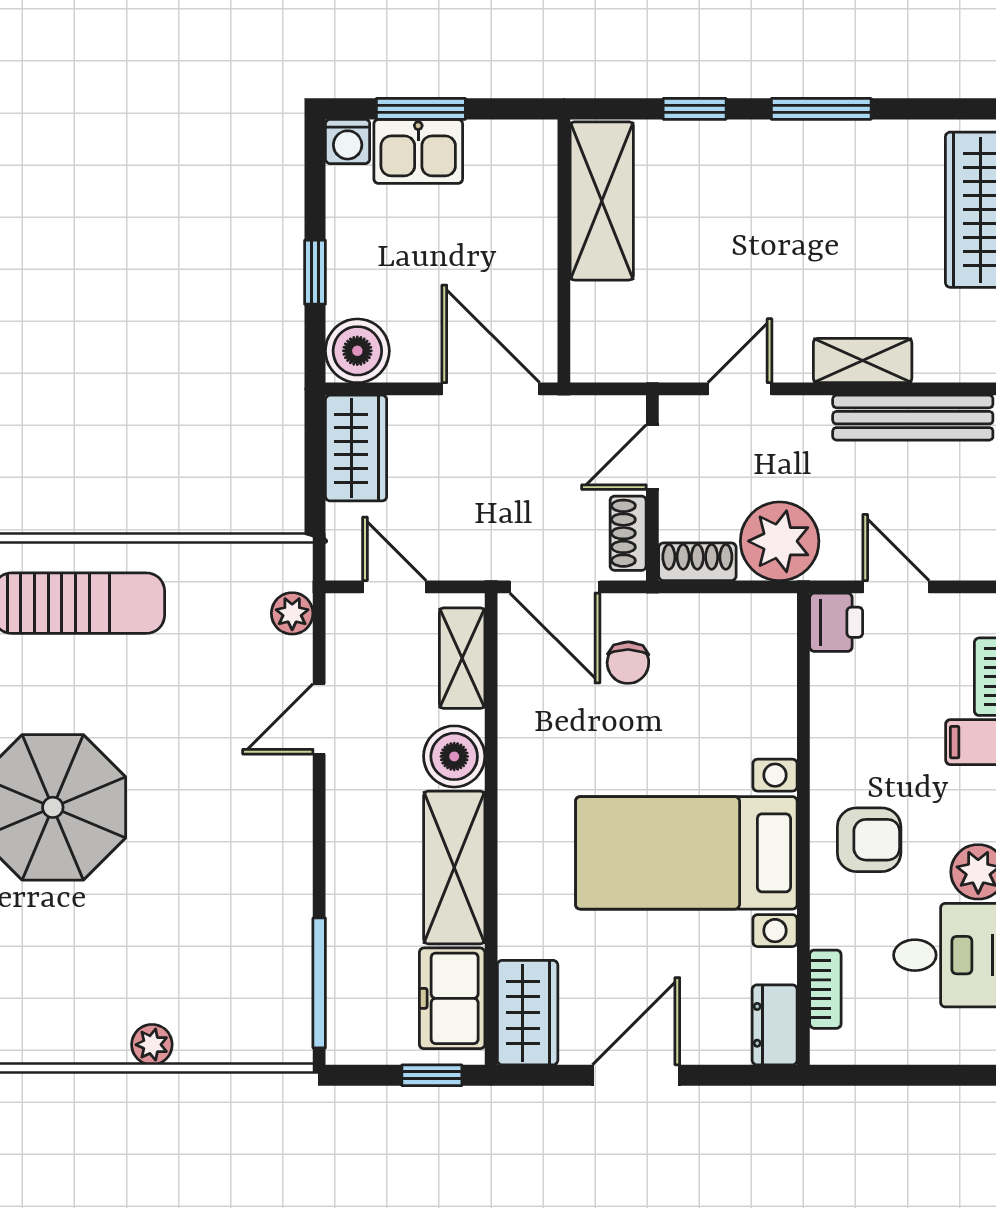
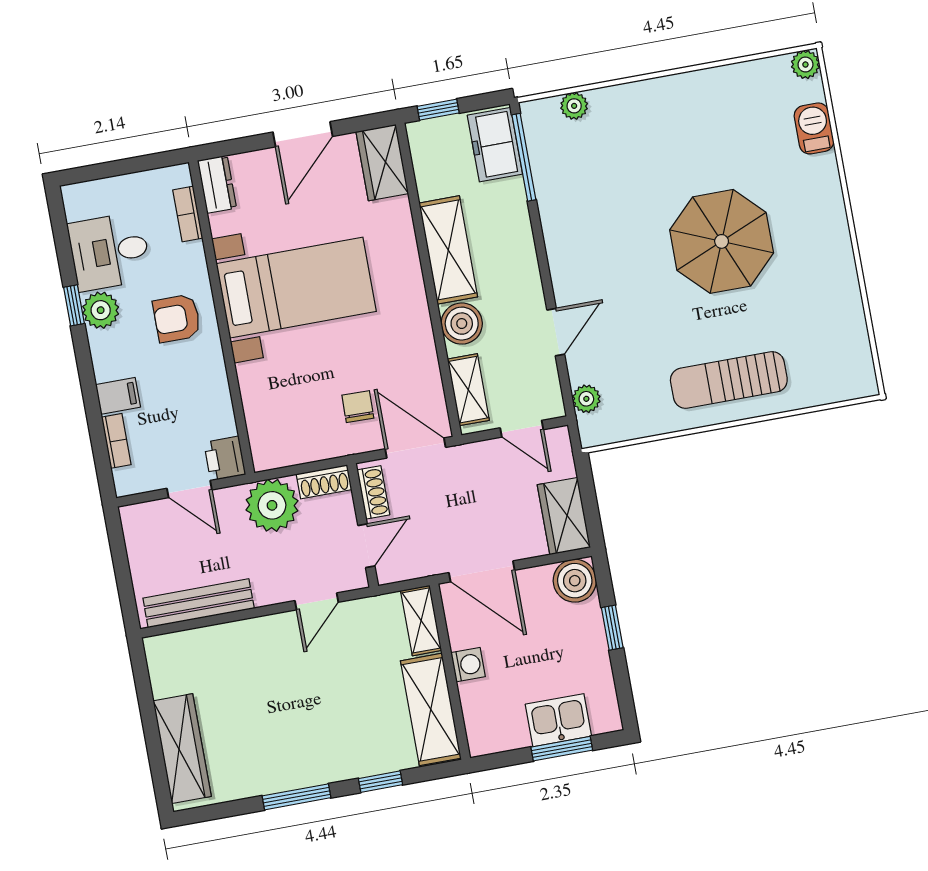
washing machine: (348, 141) -> (468, 665), moved, turned 90
shelving: (863, 361) -> (421, 620), moved, turned 90
freezer: (452, 998) -> (495, 145), moved, turned 180
plant: (152, 1045) -> (574, 106), moved

